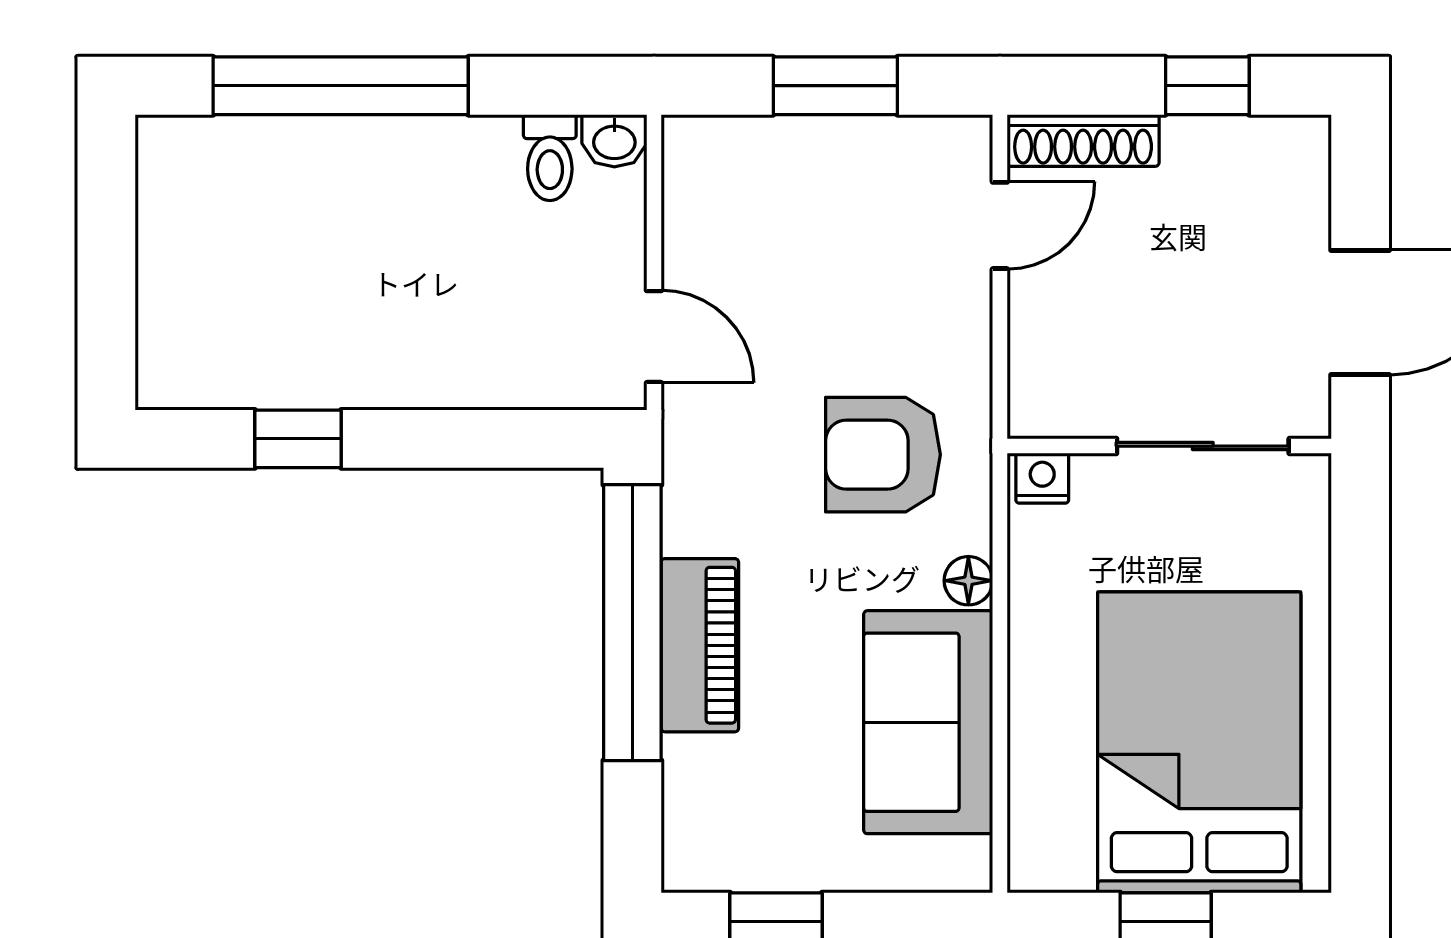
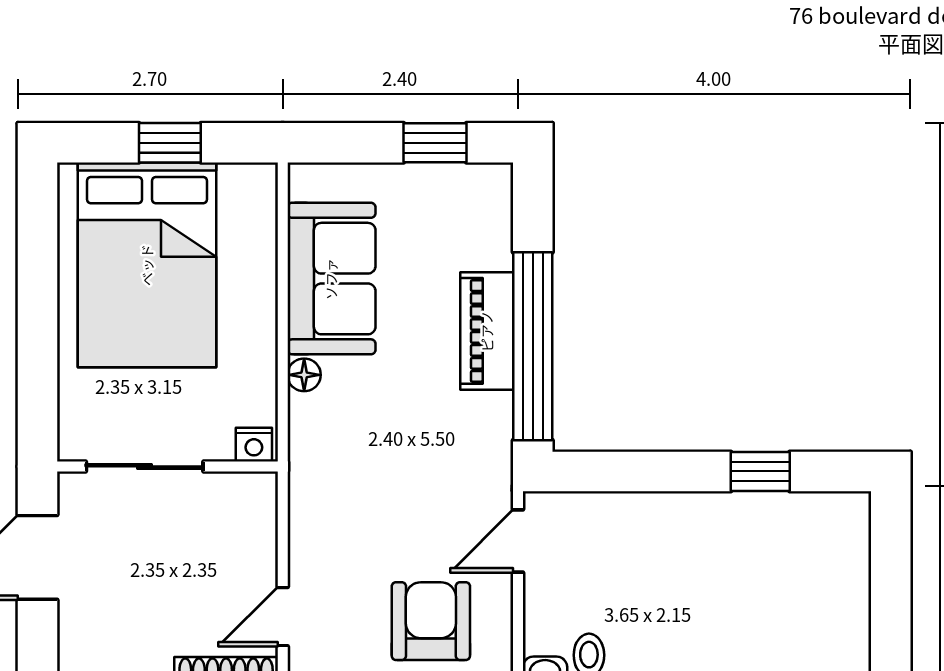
door: (654, 337) -> (518, 541), hinge flipped
armchair: (883, 455) -> (431, 621), moved, turned -90

